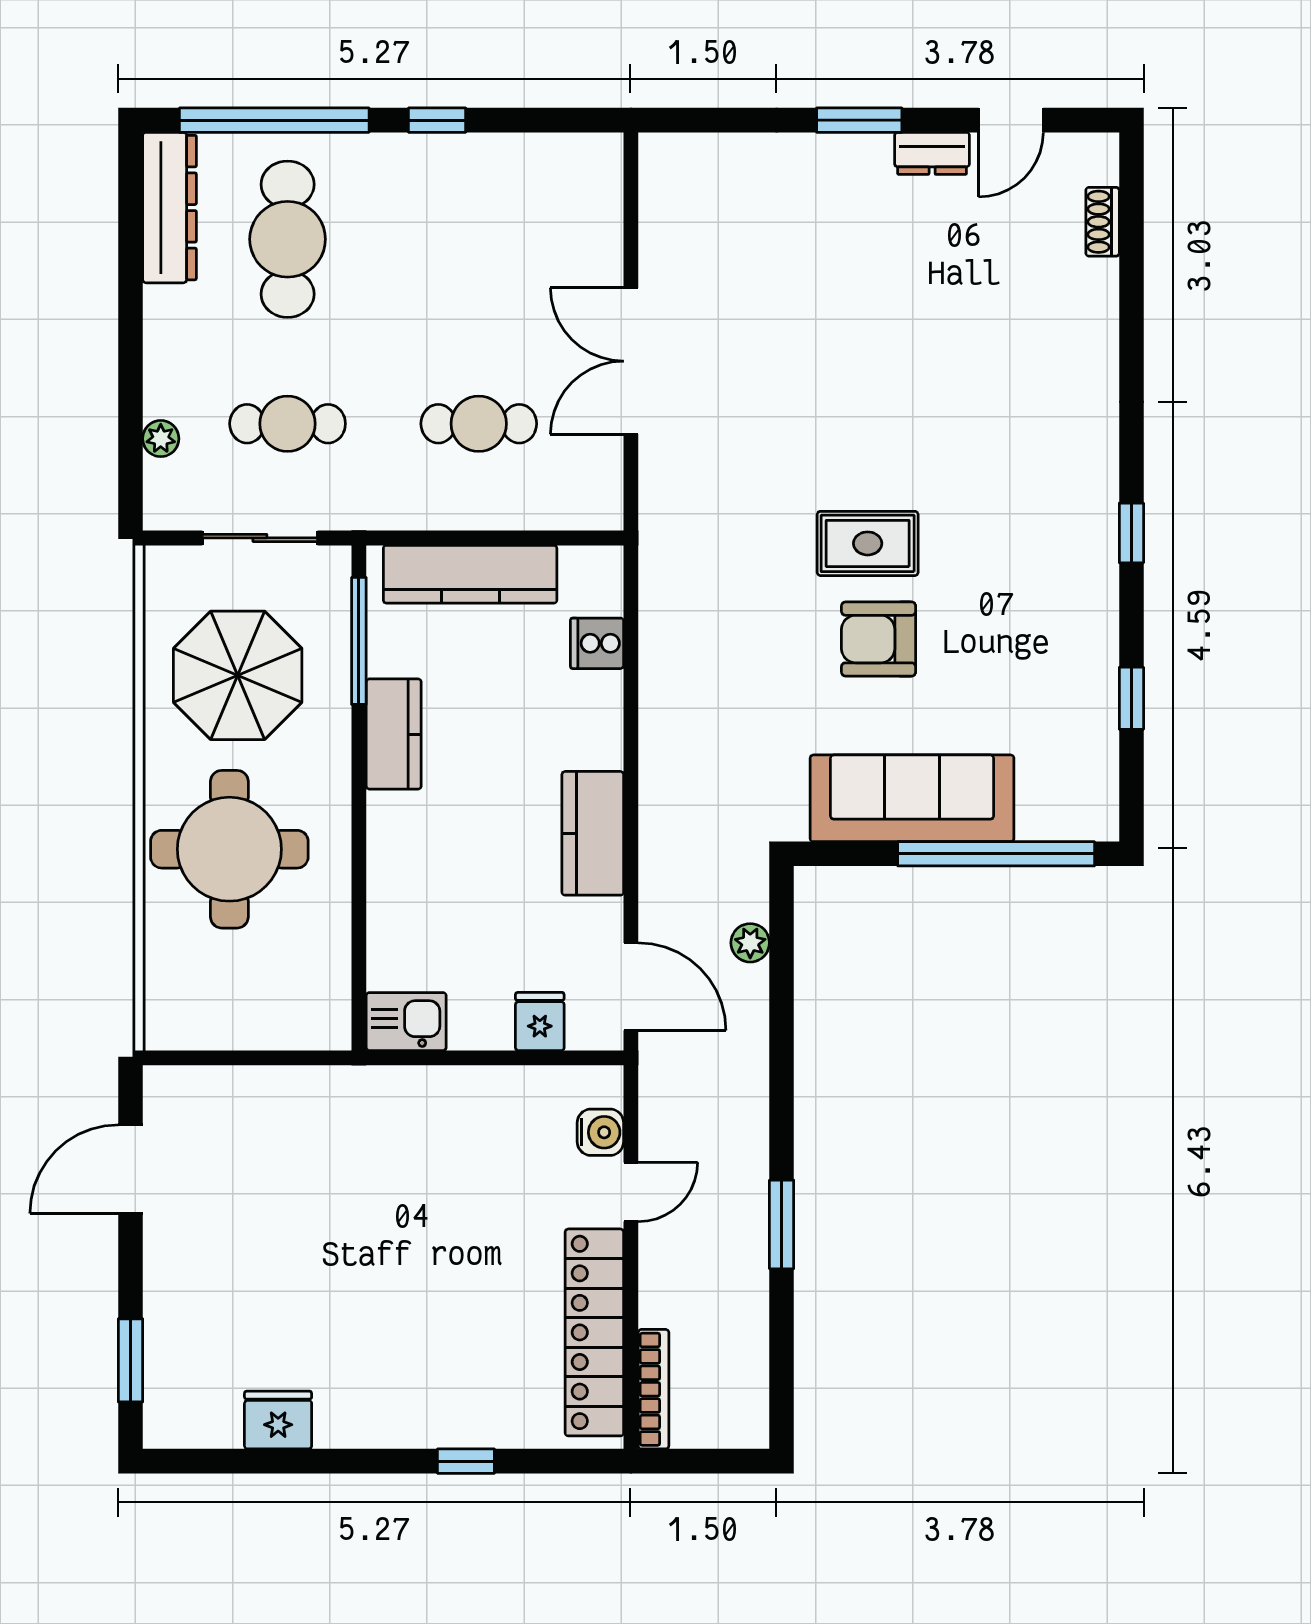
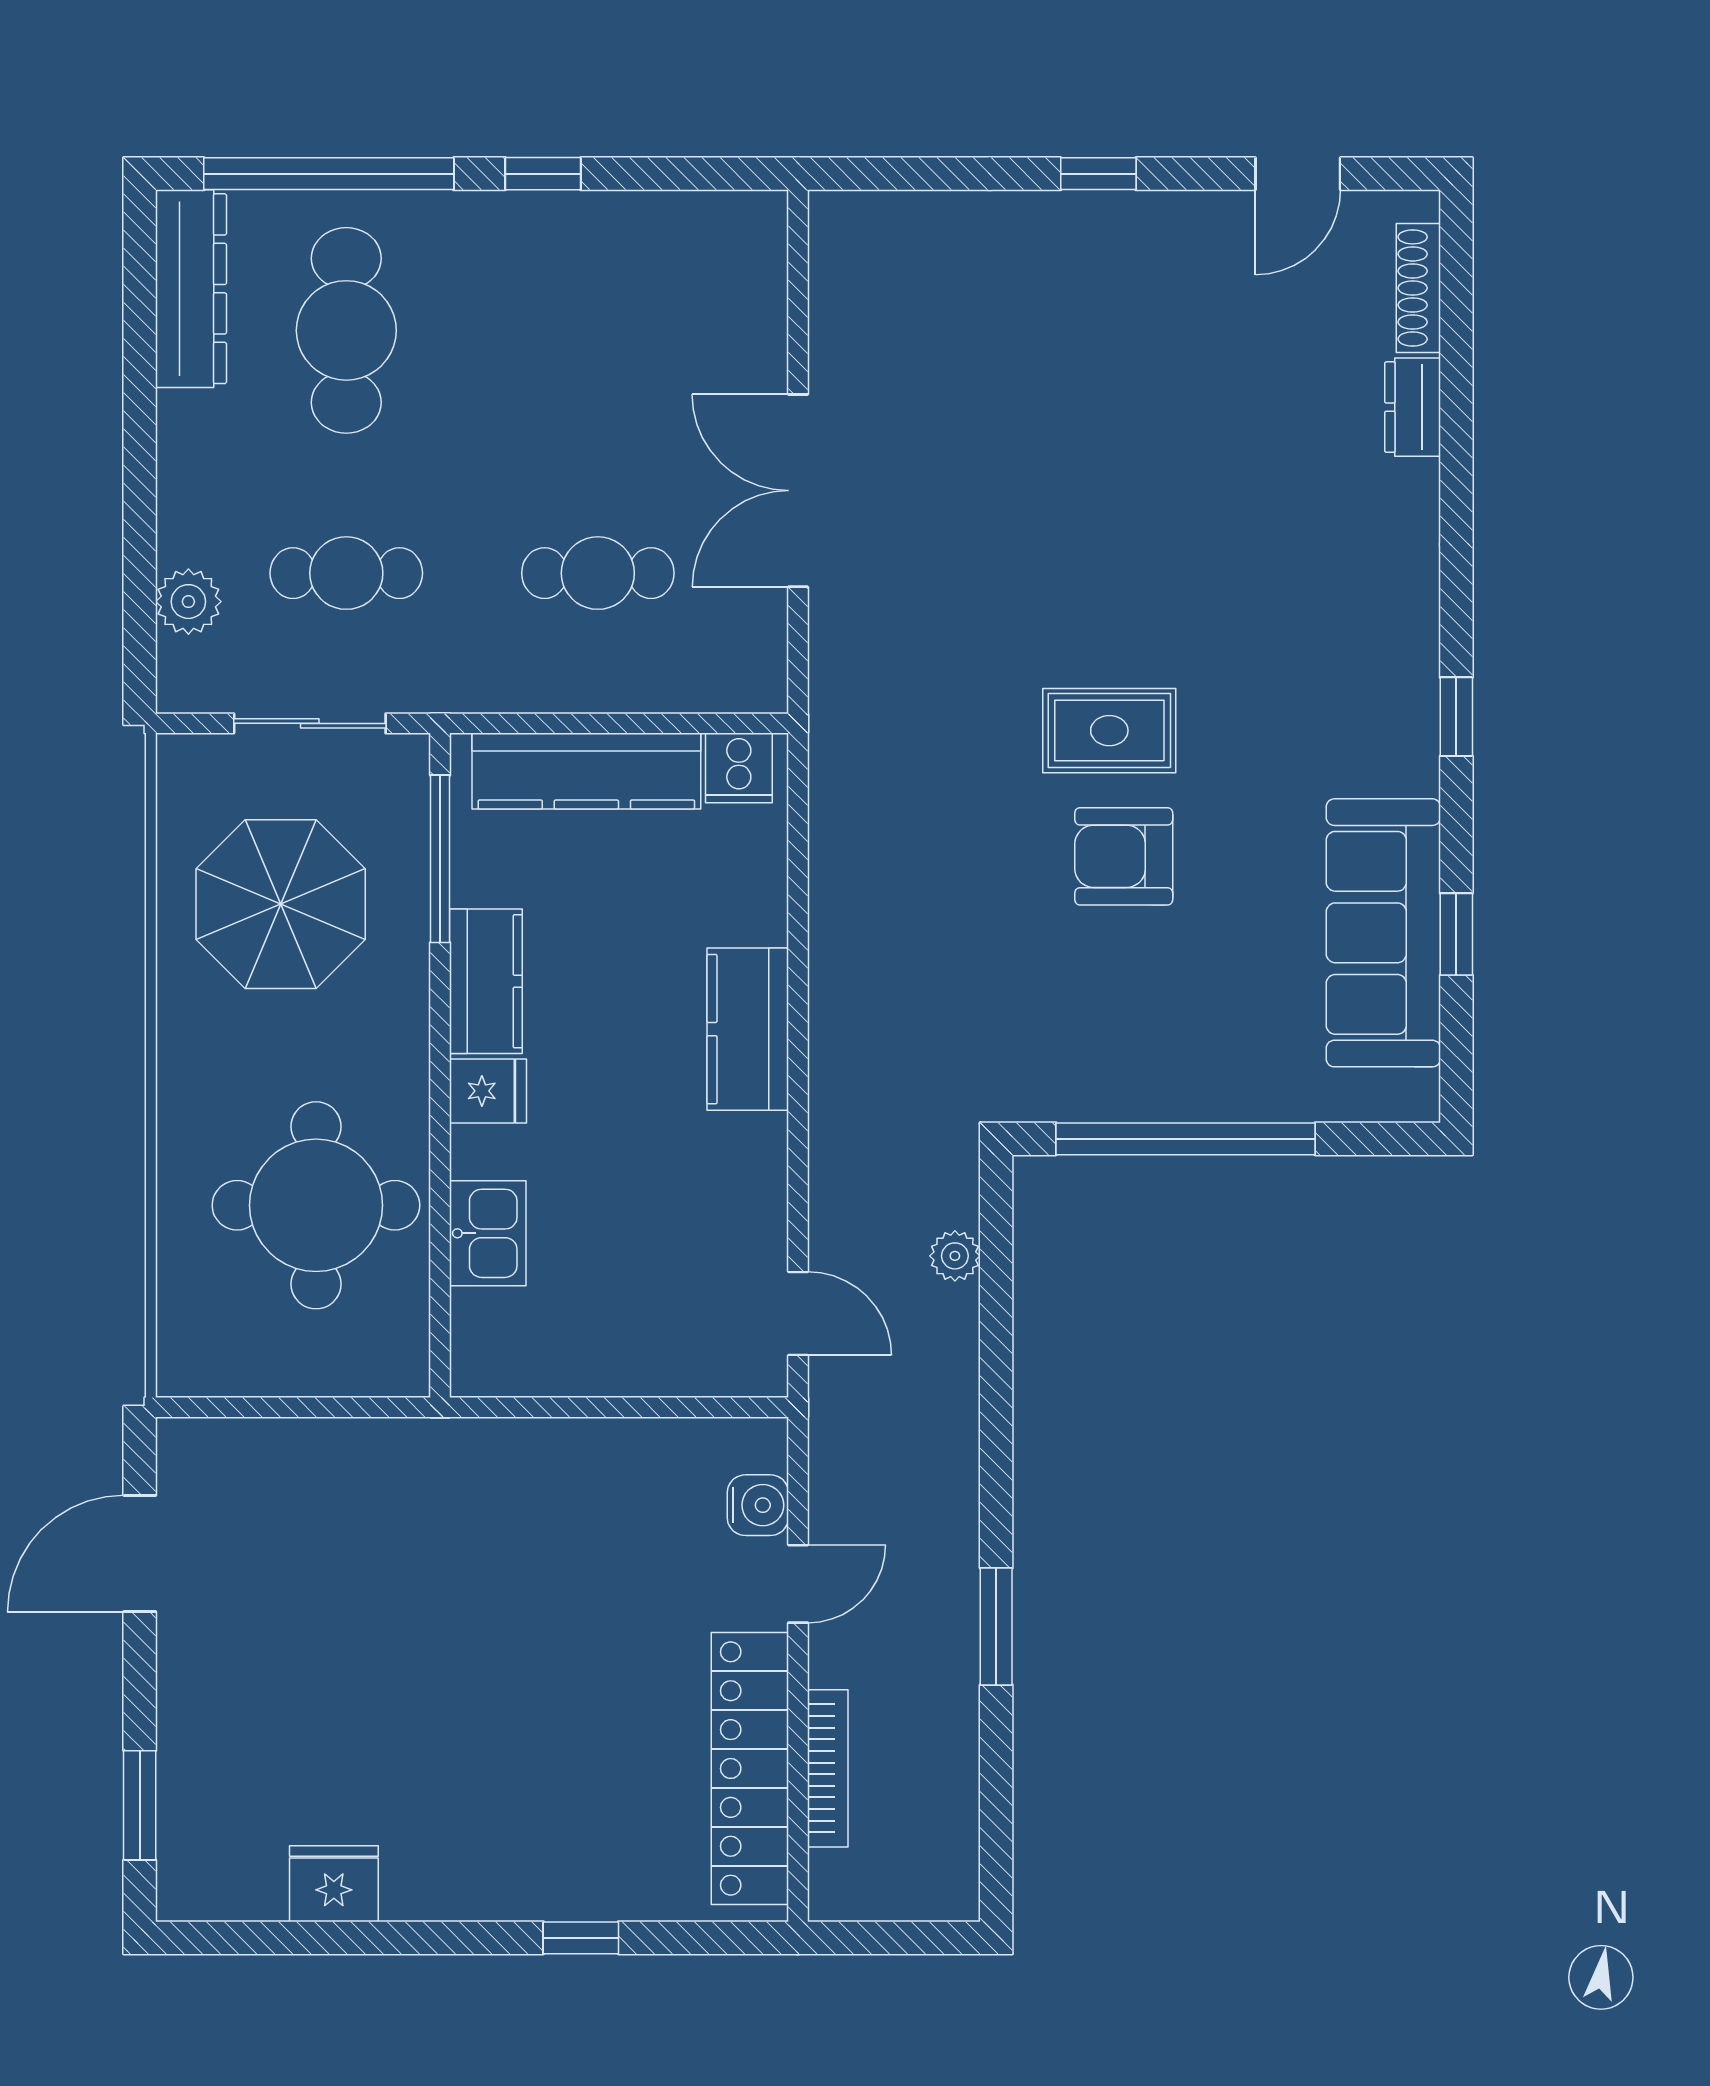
window: (859, 120) -> (1098, 174), width x0.67
dresser: (932, 153) -> (1413, 407), moved, turned 90
shoe rack: (1103, 222) -> (1418, 288), width x1.43
plant: (161, 439) -> (188, 602), width x1.38, depth x1.38
cooker: (597, 643) -> (739, 768), moved, turned -90
sofa: (912, 798) -> (1383, 933), moved, turned -90
kitchen counter: (593, 833) -> (748, 1029), moved
round table: (229, 849) -> (316, 1205), moved
window: (996, 854) -> (1186, 1139), moved
door: (631, 987) -> (798, 1314), width x0.73
fridge: (540, 1021) -> (488, 1091), moved, turned 90
kitchen sink: (406, 1022) -> (488, 1233), moved, turned 90
bookcase: (654, 1389) -> (828, 1768), moved

